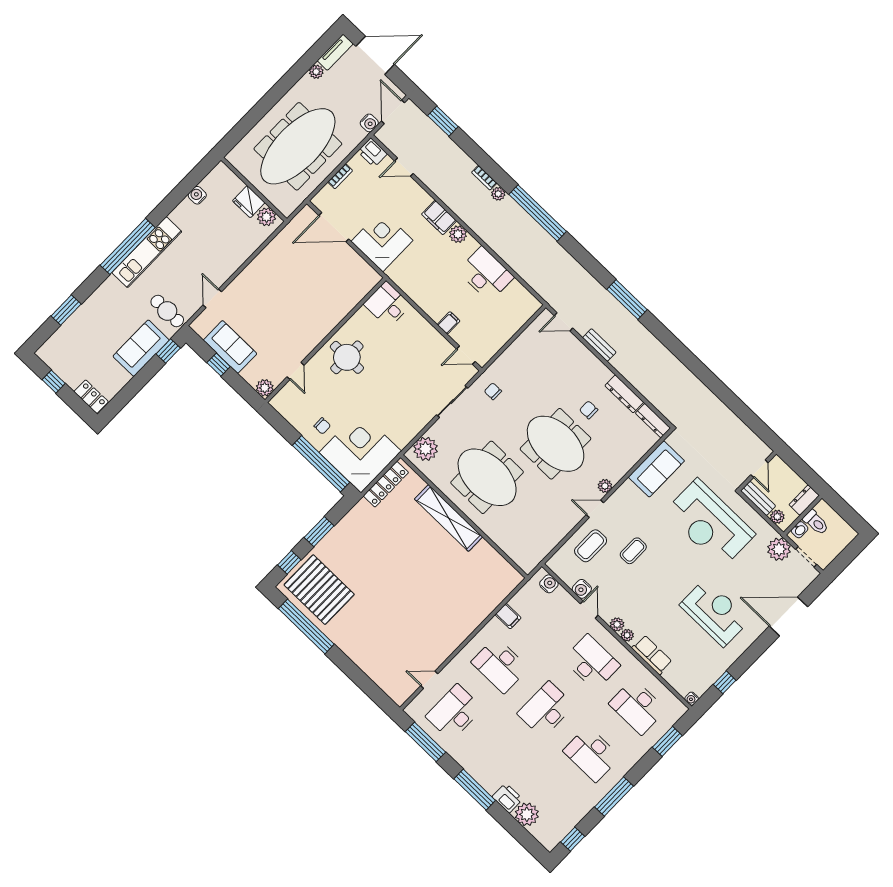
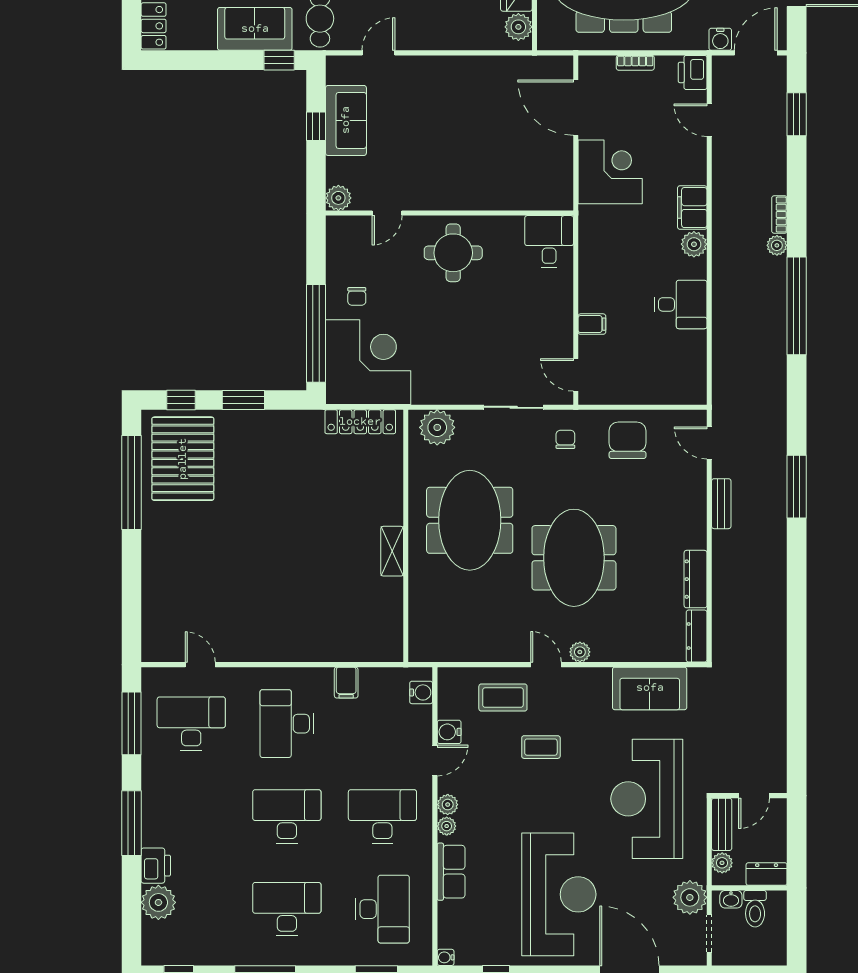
desk: (486, 274) -> (681, 304), width x0.73
chair: (589, 410) -> (628, 440), moved, width x1.87, depth x1.87
shelving: (449, 518) -> (392, 551), width x0.45, depth x0.75
reception desk: (715, 612) -> (559, 894), width x1.36, depth x1.30
desk: (592, 662) -> (382, 816), turned -90
desk: (637, 707) -> (382, 909), turned 180
desk: (592, 754) -> (287, 909), turned 90

